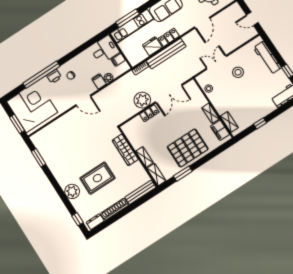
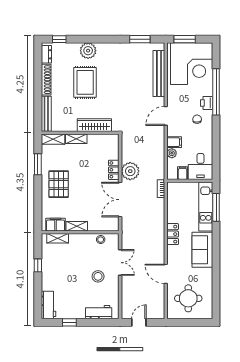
fridge: (152, 46) -> (174, 213), removed
bench: (166, 54) -> (159, 73), moved
workbench: (267, 58) -> (99, 312), width x0.73
pallet: (188, 148) -> (59, 184), width x0.73, depth x0.71

